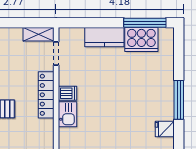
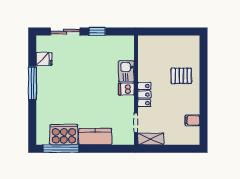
locker: (46, 95) -> (144, 95), width x0.66

